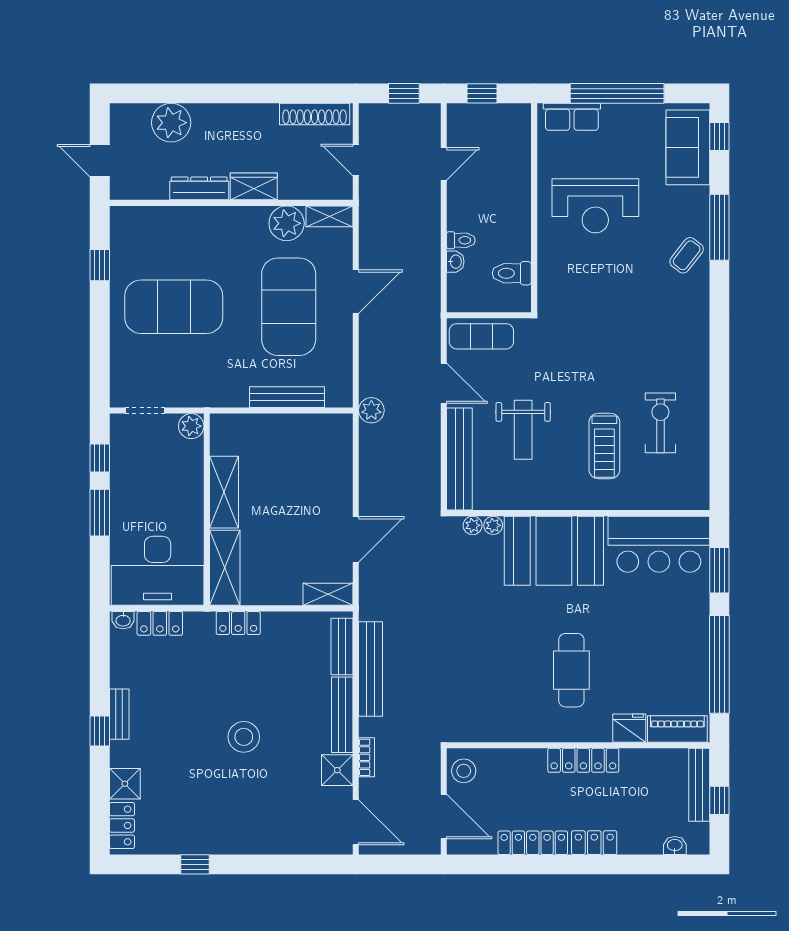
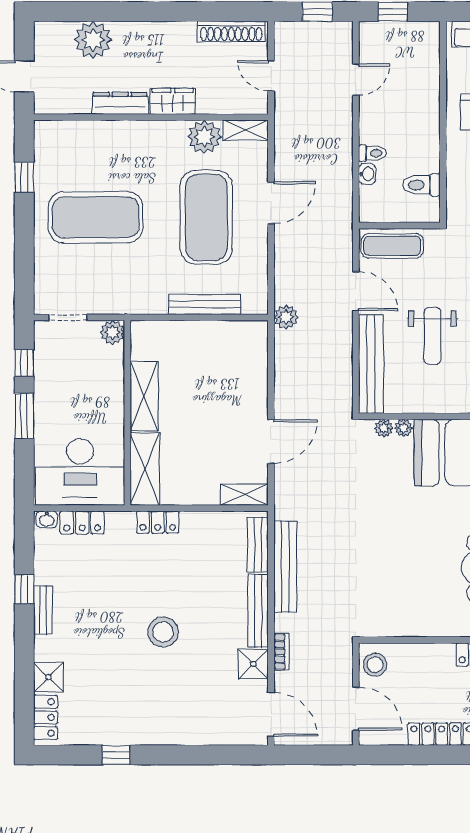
window: (100, 731) -> (24, 589), moved

